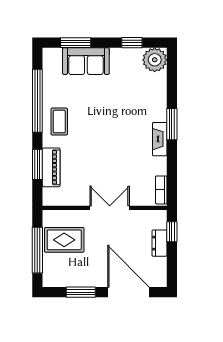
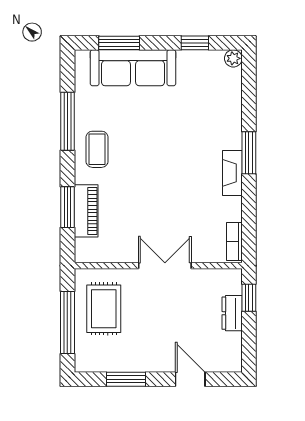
plant: (155, 60) -> (233, 58), width x0.53, depth x0.53
sofa: (86, 61) -> (133, 68), width x1.36
window: (37, 101) -> (67, 121), width x0.68
rug: (64, 240) -> (104, 309), turned 90
door: (128, 292) -> (190, 379), width x0.53

